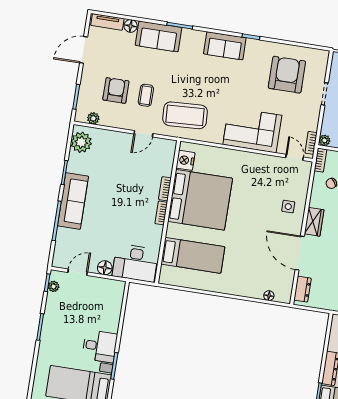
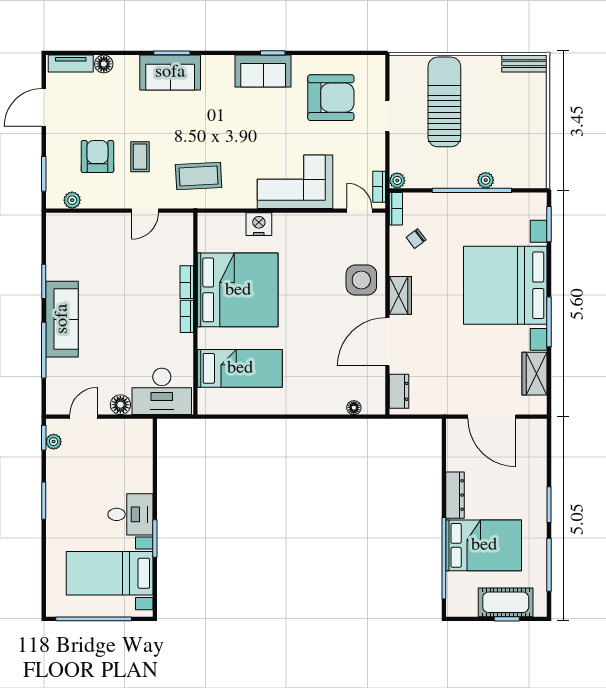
sofa: (159, 36) -> (170, 72), moved
sofa: (225, 46) -> (263, 71), moved
armchair: (287, 75) -> (331, 98), turned 90
coffee table: (185, 115) -> (199, 176), width x0.73, depth x0.76
plant: (81, 142) -> (61, 236), removed
nightstand: (185, 160) -> (259, 224), moved, turned 90
side table: (288, 207) -> (361, 280), width x1.87, depth x1.87
door: (300, 253) -> (387, 342), hinge flipped

